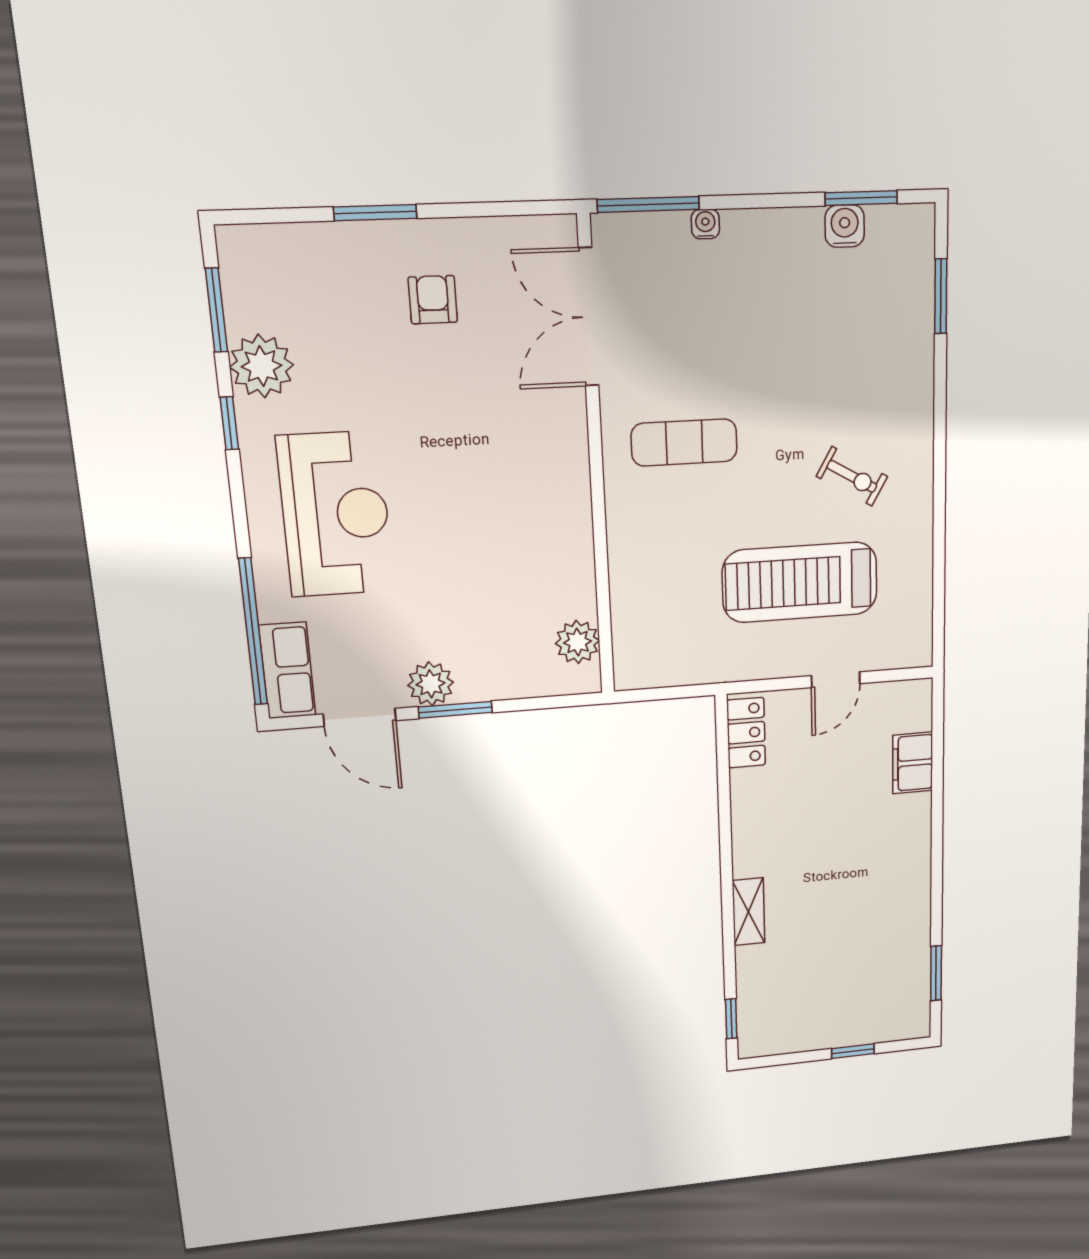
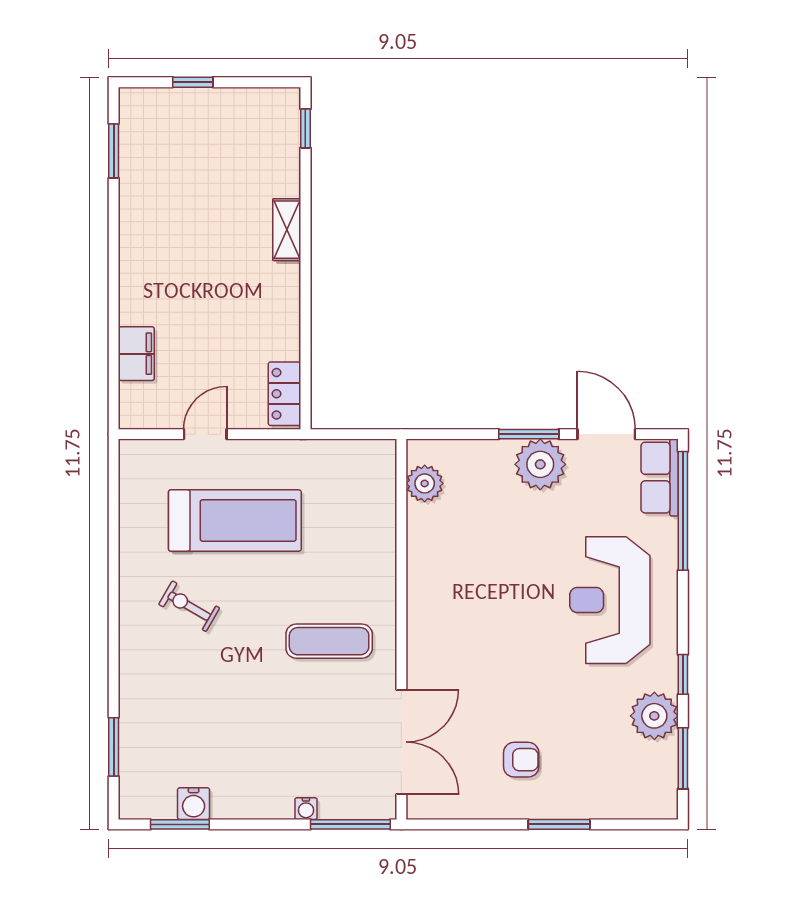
armchair: (433, 300) -> (521, 760), turned -90
plant: (431, 684) -> (540, 464), width x1.36, depth x1.36

